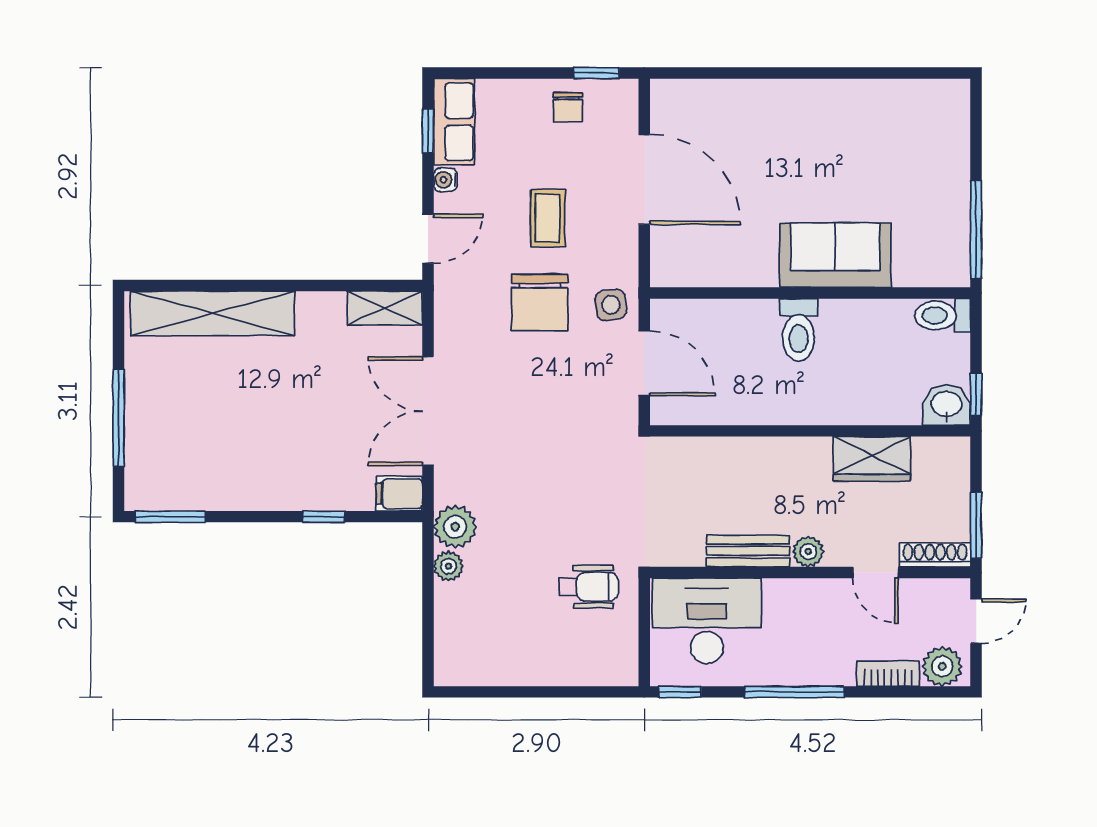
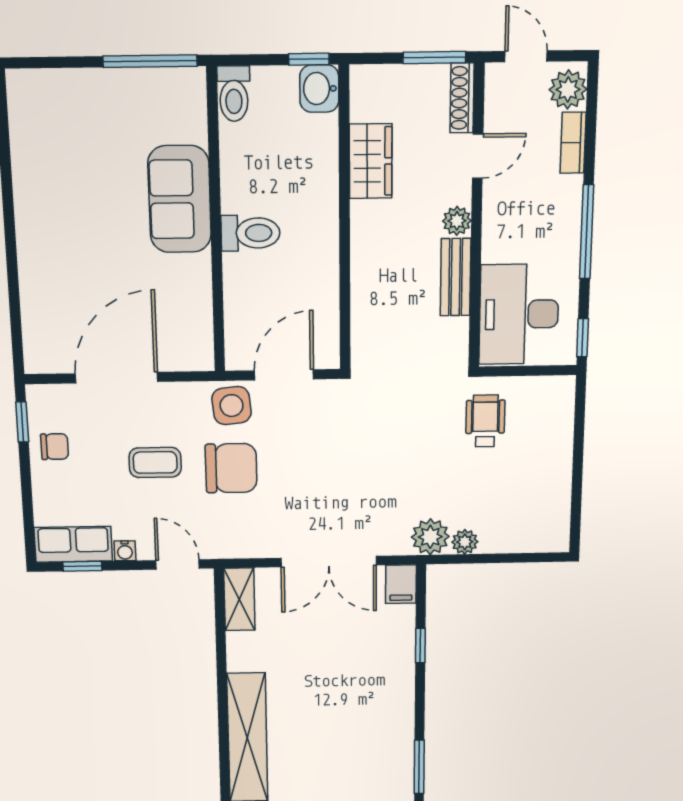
side table: (611, 305) -> (232, 406), width x1.37, depth x1.37

